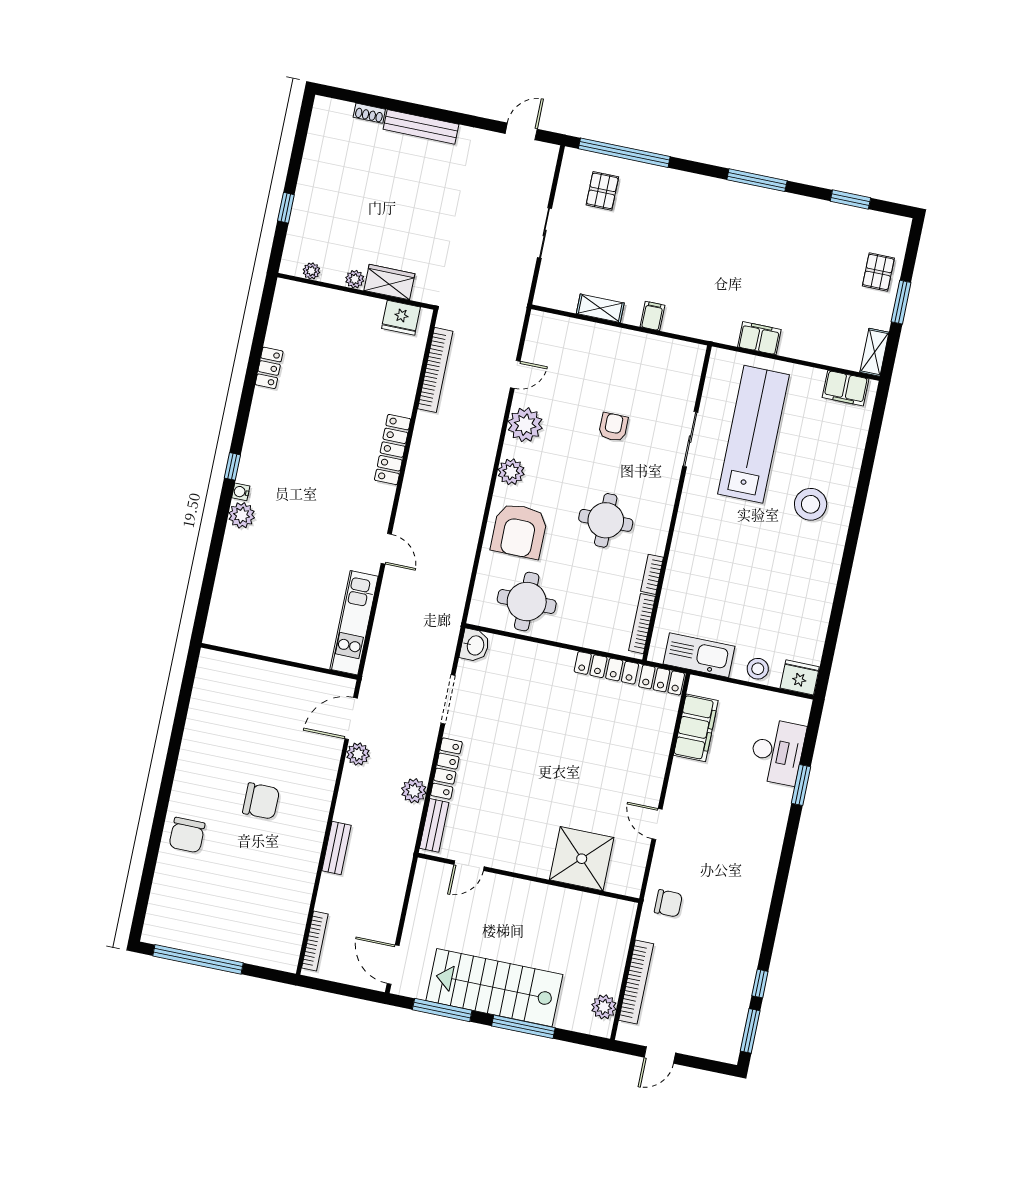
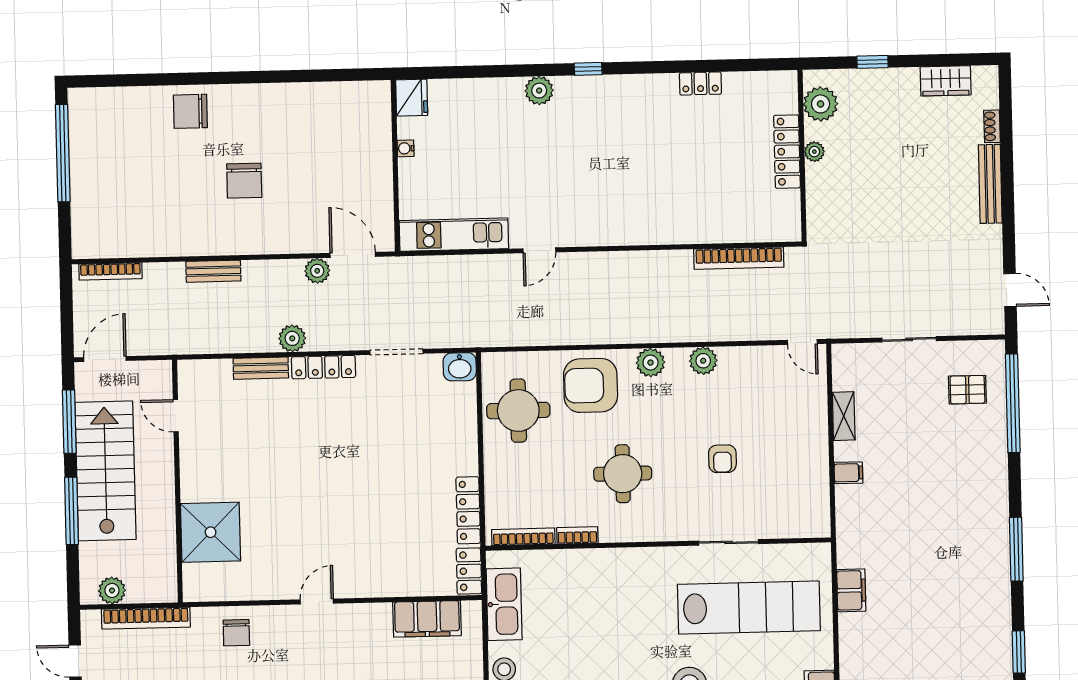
plant: (311, 271) -> (821, 104), width x1.87, depth x1.87
wardrobe: (389, 282) -> (946, 81), moved, turned 90
fridge: (401, 318) -> (412, 98), moved, turned 180
door: (515, 374) -> (802, 342), moved
plant: (525, 425) -> (703, 361), width x0.73, depth x0.73
armchair: (613, 427) -> (722, 459), turned 90
locker: (393, 450) -> (787, 152), moved, turned -90
water cooler: (241, 492) -> (406, 148), moved, turned -90
shower: (582, 859) -> (211, 532), moved
door: (469, 866) -> (176, 416), moved
wall: (528, 878) -> (177, 481), moved

